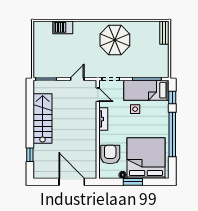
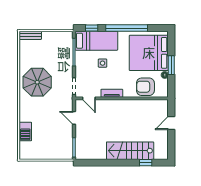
bed: (146, 90) -> (96, 41), moved, turned -90
door: (98, 95) -> (89, 98), swing flipped
stairs: (43, 119) -> (130, 151), moved
door: (72, 182) -> (171, 123), width x0.53

